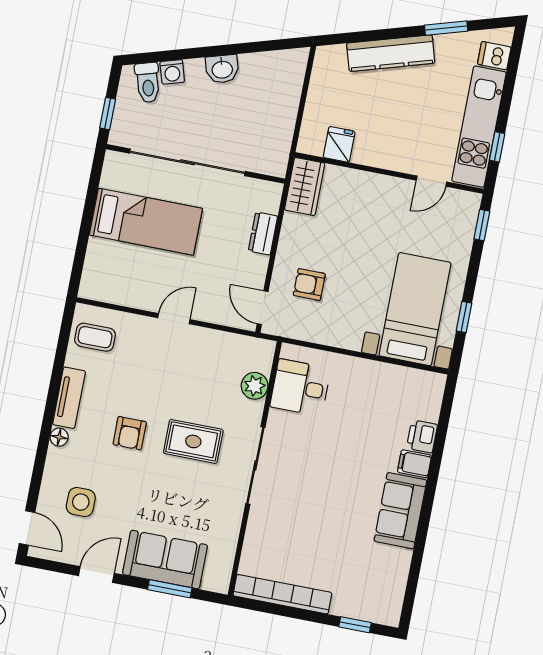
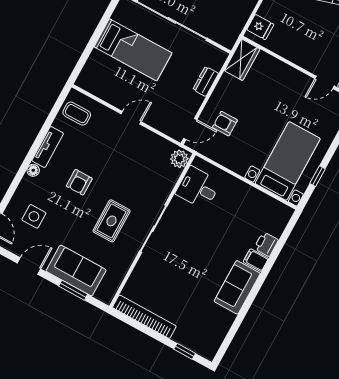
fridge: (339, 144) -> (260, 27), moved, turned 90
door: (263, 308) -> (190, 129), swing flipped
plant: (255, 386) -> (179, 159), moved
rug: (193, 441) -> (112, 221), moved, turned 90

